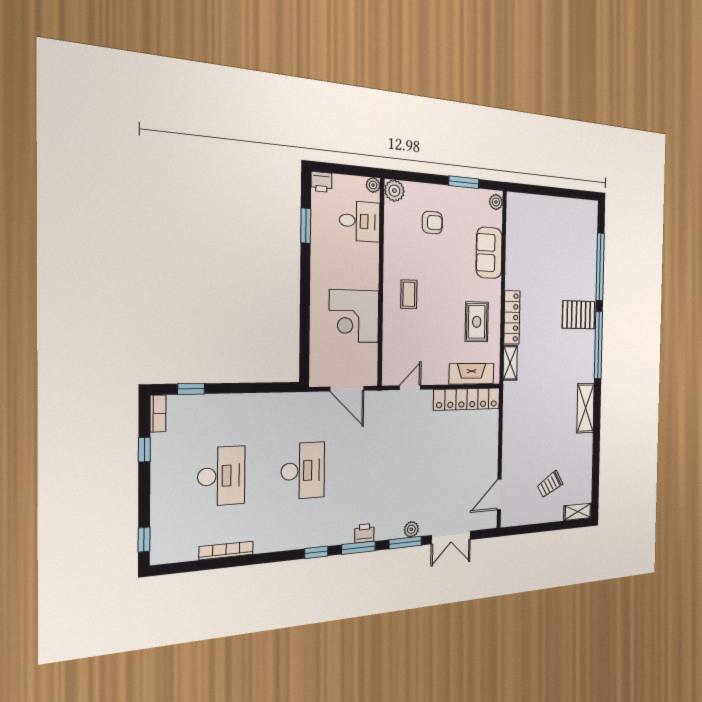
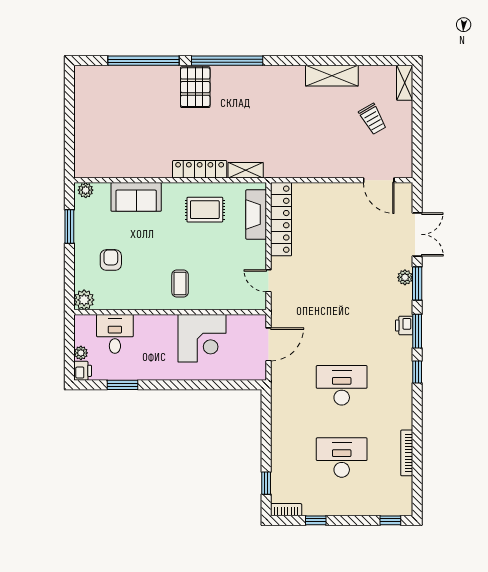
plant: (373, 185) -> (81, 353), moved
coffee table: (409, 294) -> (180, 284), turned 90
shelving: (586, 408) -> (332, 76), moved

